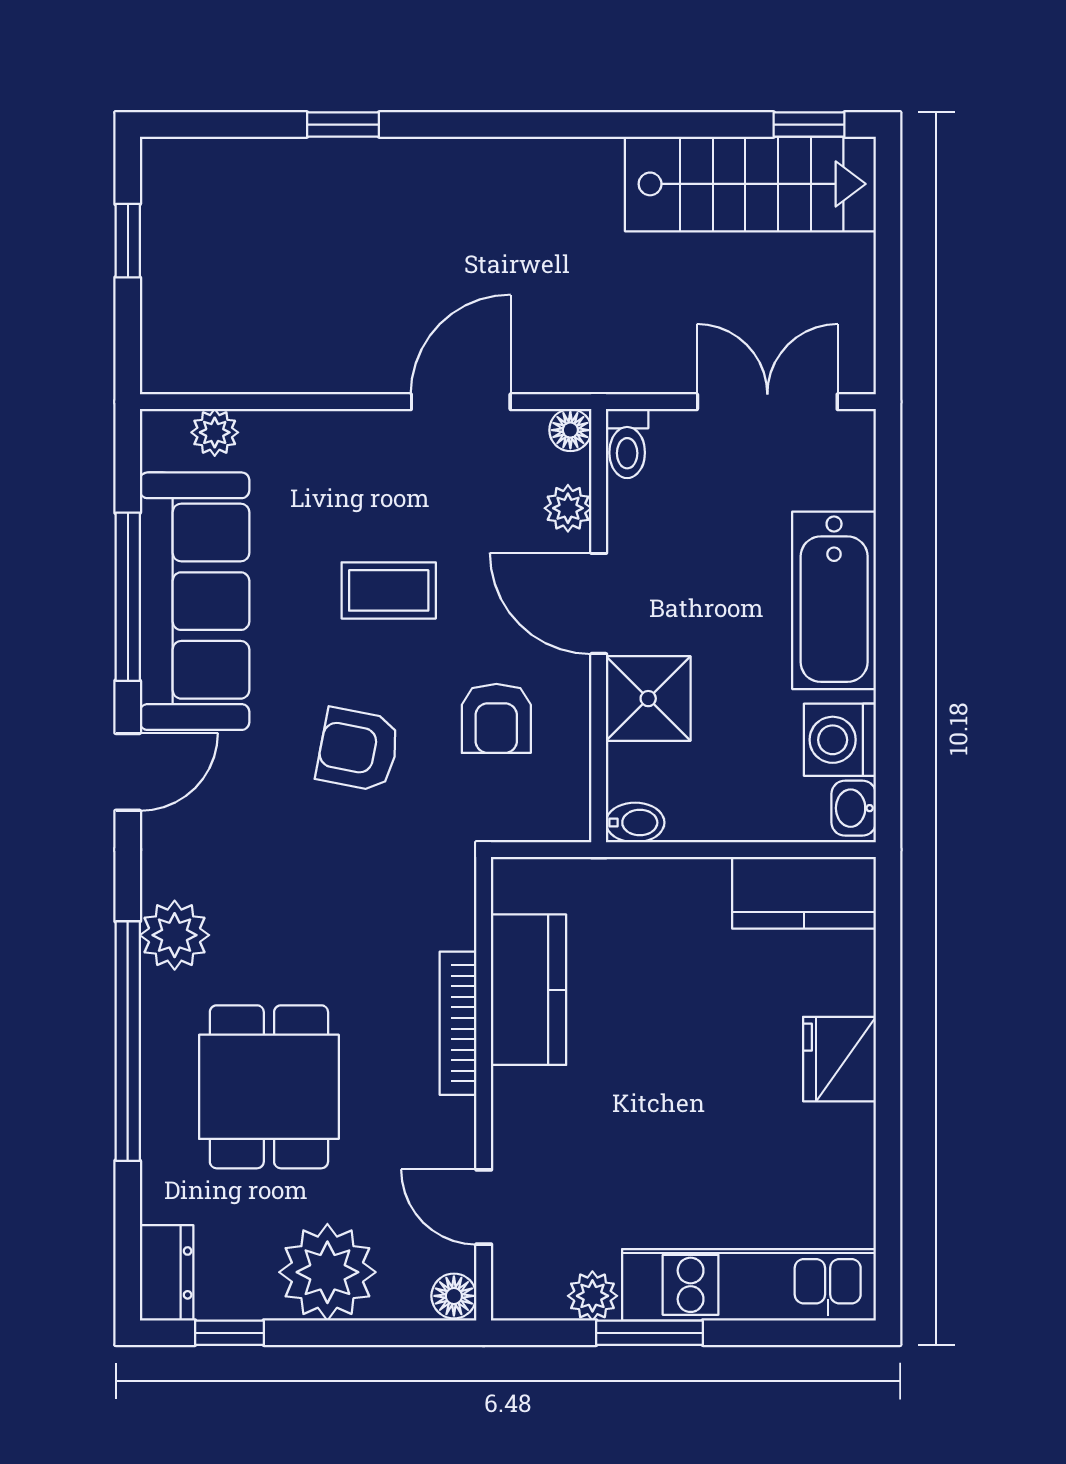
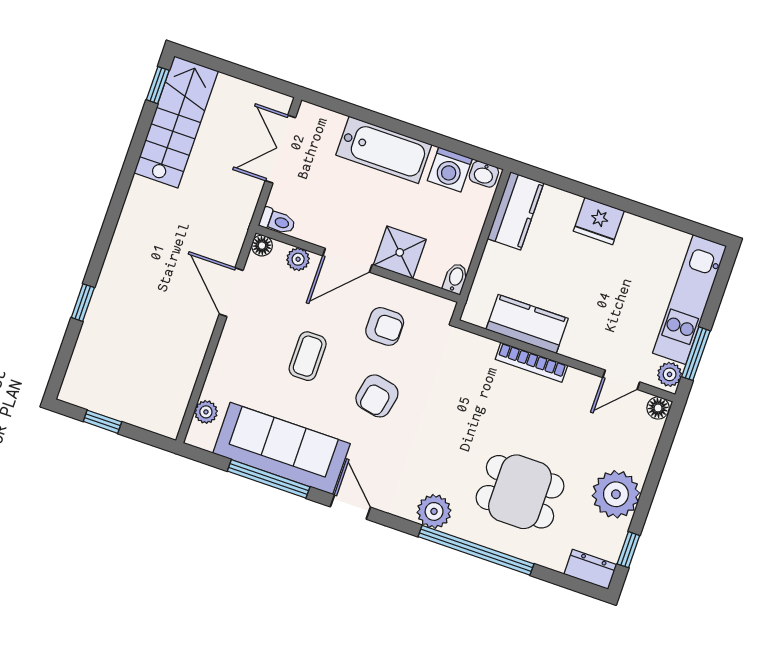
kitchen counter: (529, 990) -> (527, 324), moved
bookcase: (458, 1023) -> (531, 362), moved
wall: (484, 1089) -> (566, 361), moved
door: (484, 1207) -> (621, 380), moved
floor lamp: (454, 1296) -> (658, 408), moved

